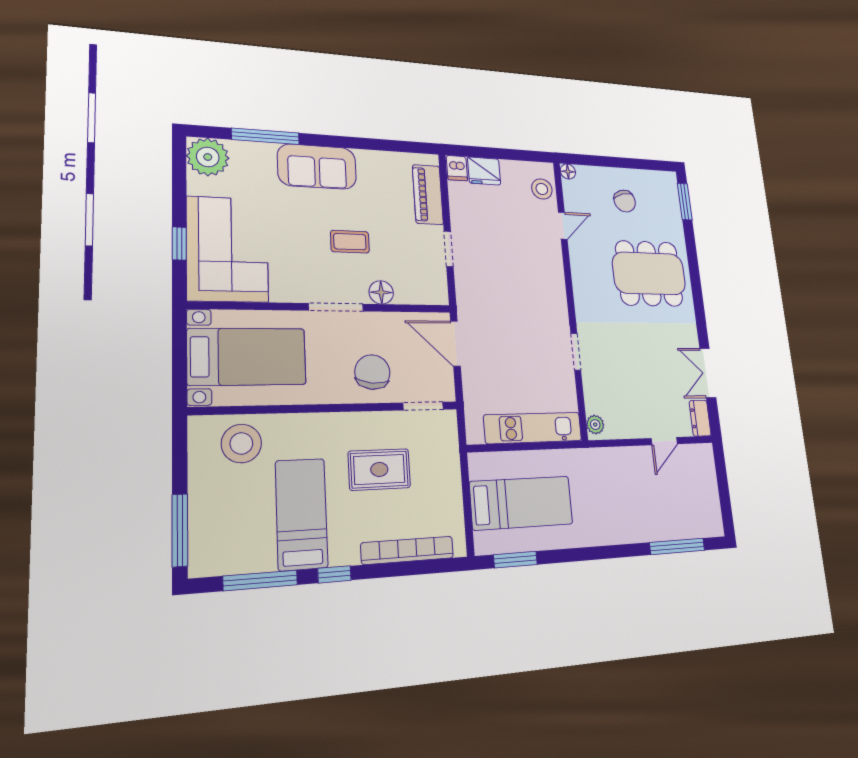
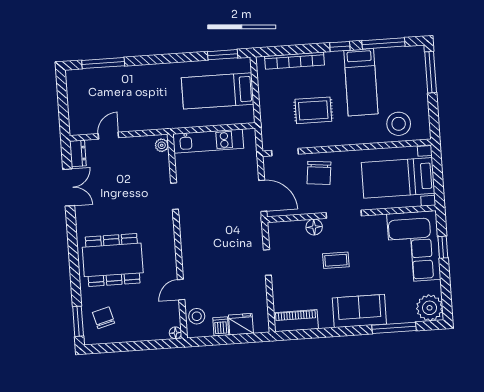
dishwasher: (457, 168) -> (221, 326), moved
piano: (428, 195) -> (296, 321), moved, turned -90
chair: (625, 201) -> (104, 318), moved

